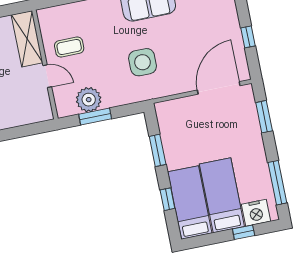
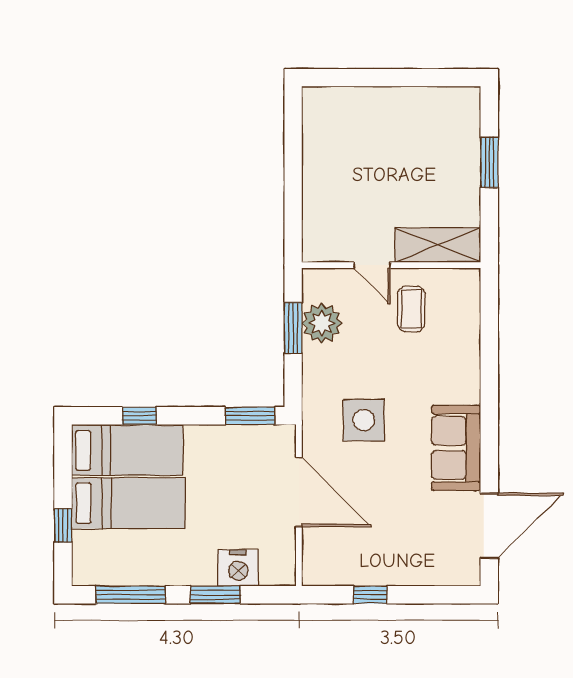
door: (47, 76) -> (372, 265), hinge flipped
door: (219, 88) -> (299, 492), moved
window: (264, 117) -> (215, 595), moved
window: (158, 150) -> (250, 416), moved
nightstand: (256, 213) -> (238, 568), moved, turned -90

